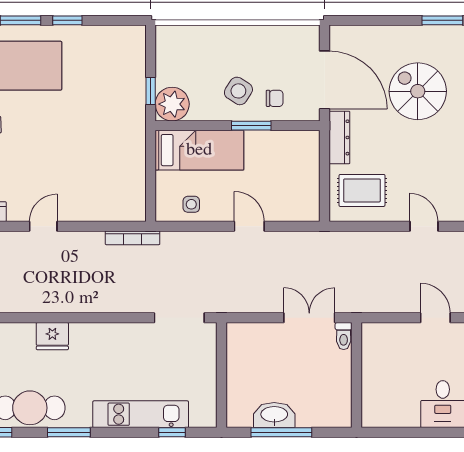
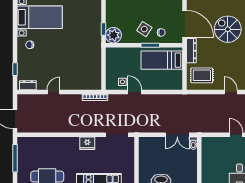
bed: (199, 150) -> (162, 60), moved, turned 180
door: (249, 226) -> (135, 92), moved
double door: (309, 318) -> (177, 135), swing flipped
fridge: (52, 336) -> (87, 143), moved

